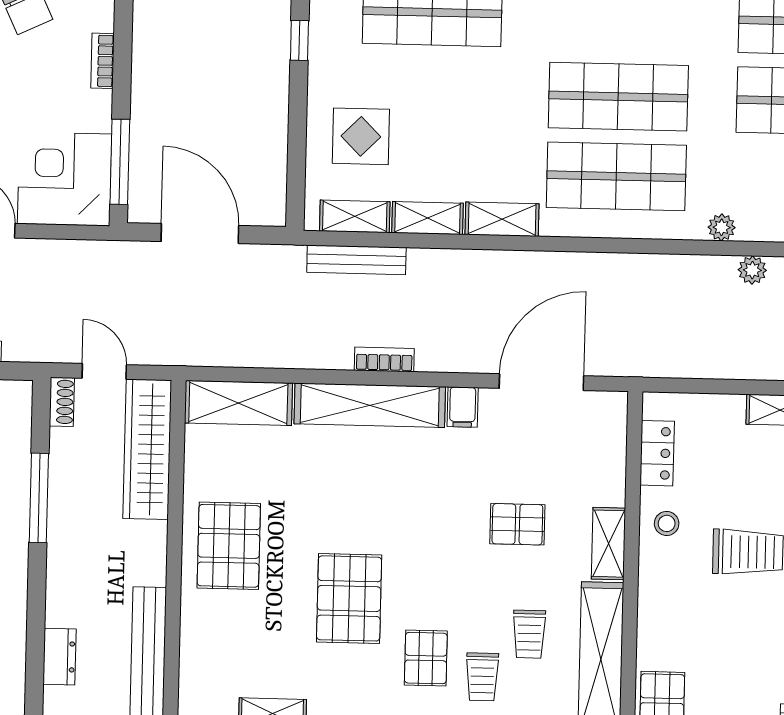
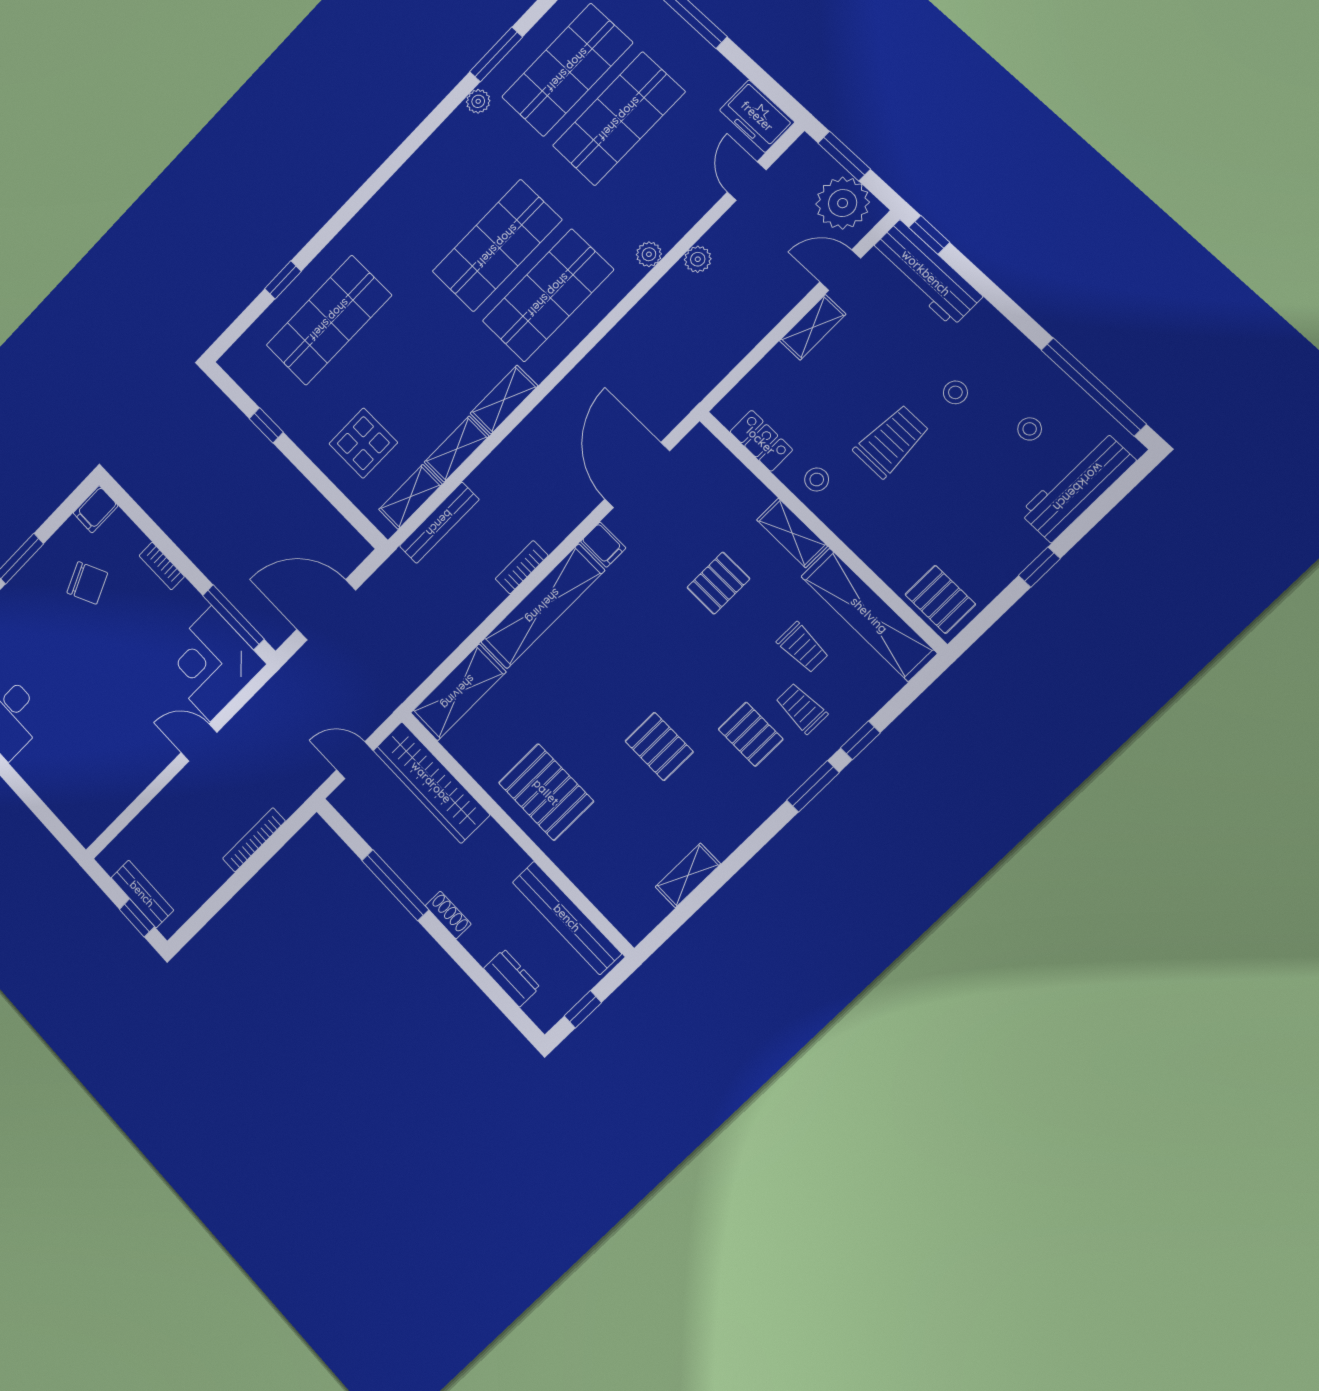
shoe rack: (62, 402) -> (448, 915), moved
pallet: (349, 598) -> (659, 746), width x0.67, depth x0.71
trolley: (482, 677) -> (801, 708), turned 180

